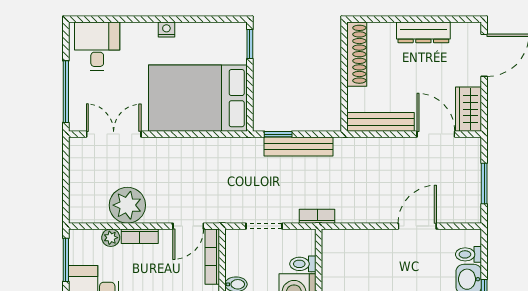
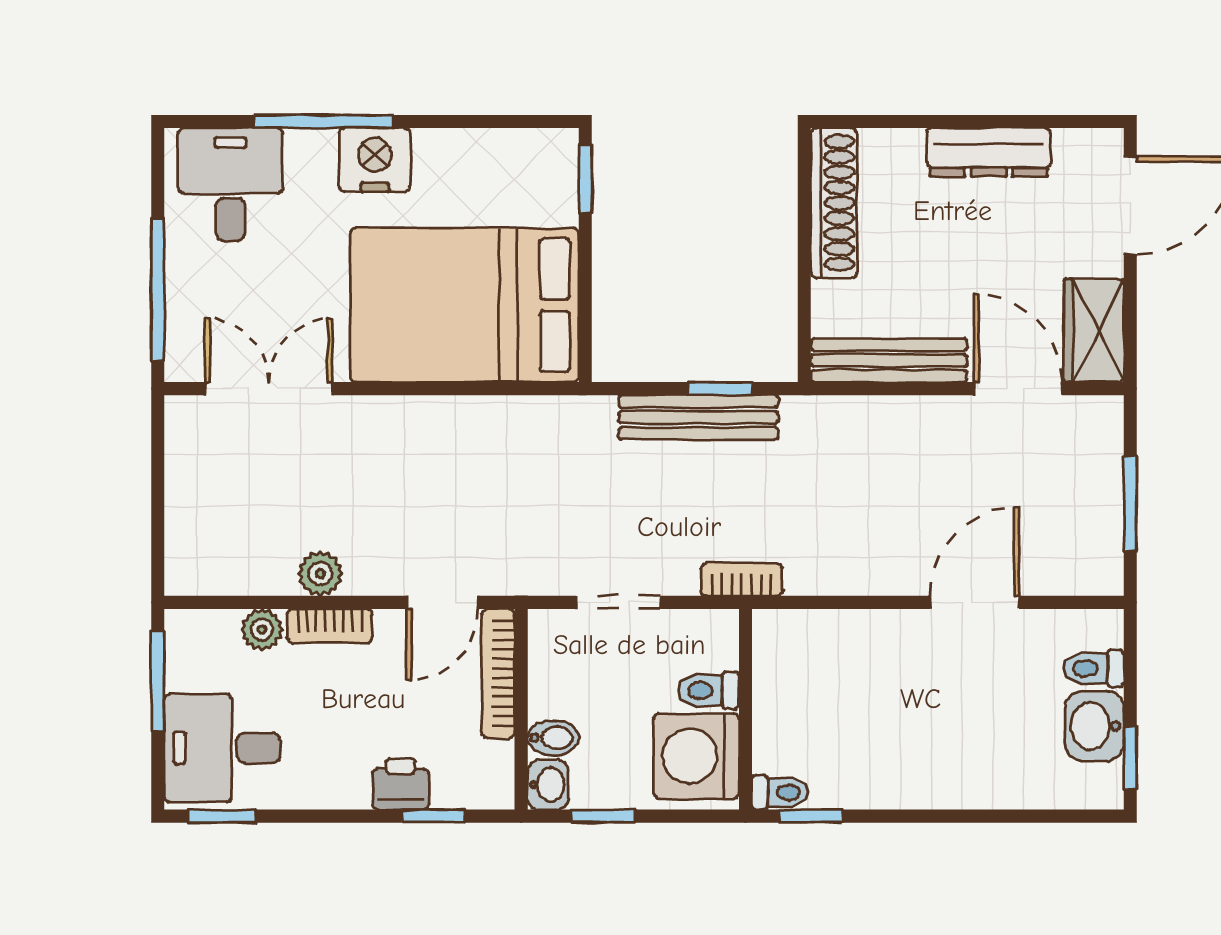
window: (137, 19) -> (323, 121), added
nightstand: (166, 30) -> (375, 160), width x1.89, depth x1.79
window: (278, 134) -> (720, 389), moved
plant: (127, 205) -> (320, 574), width x0.53, depth x0.53

